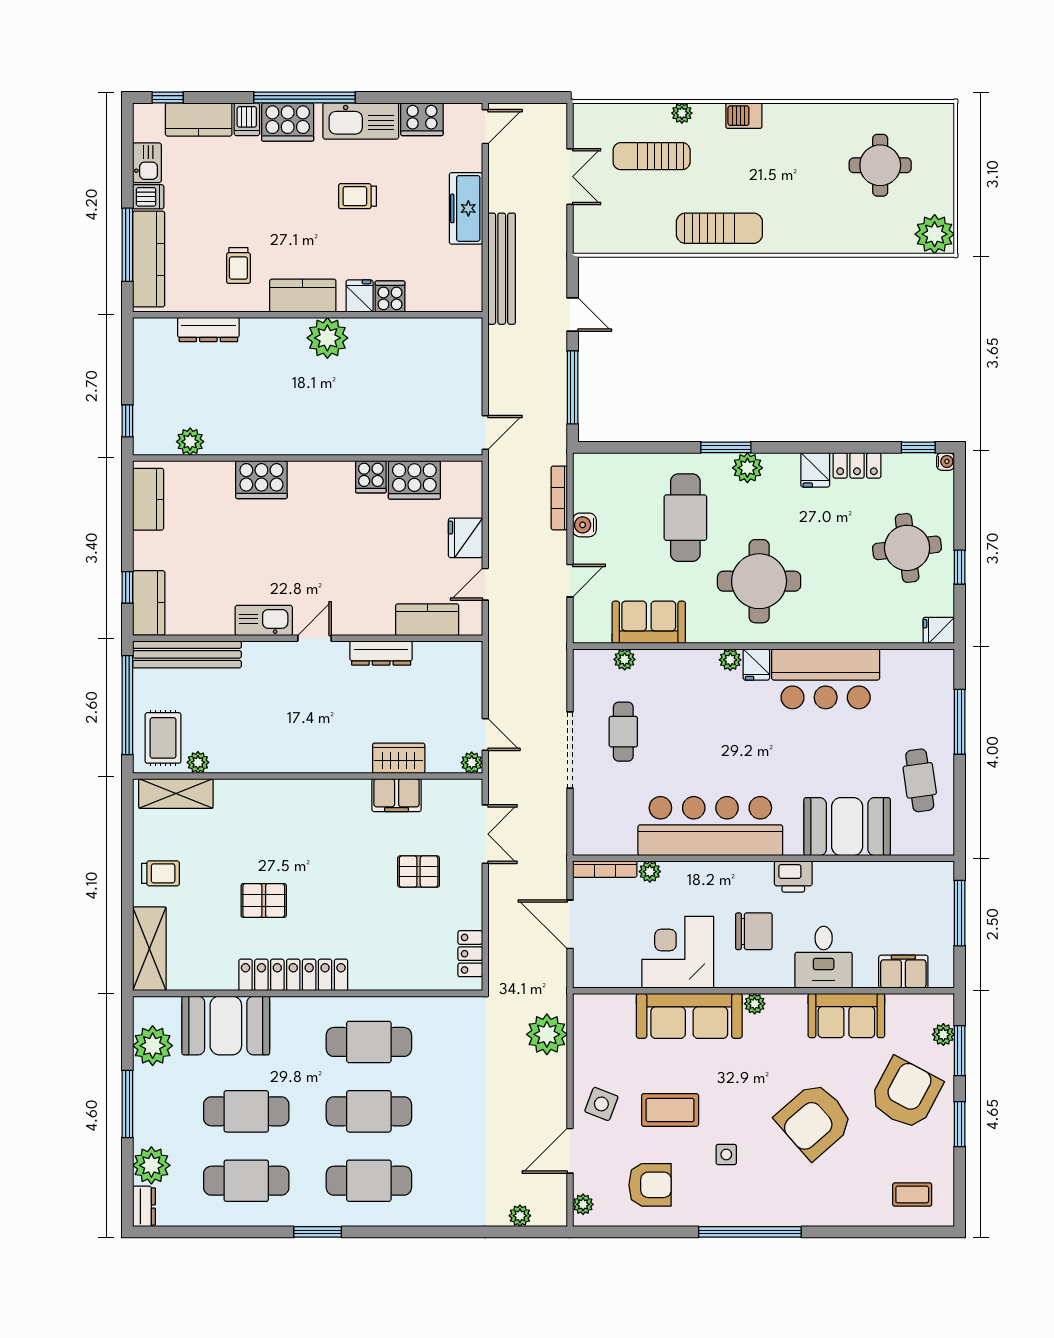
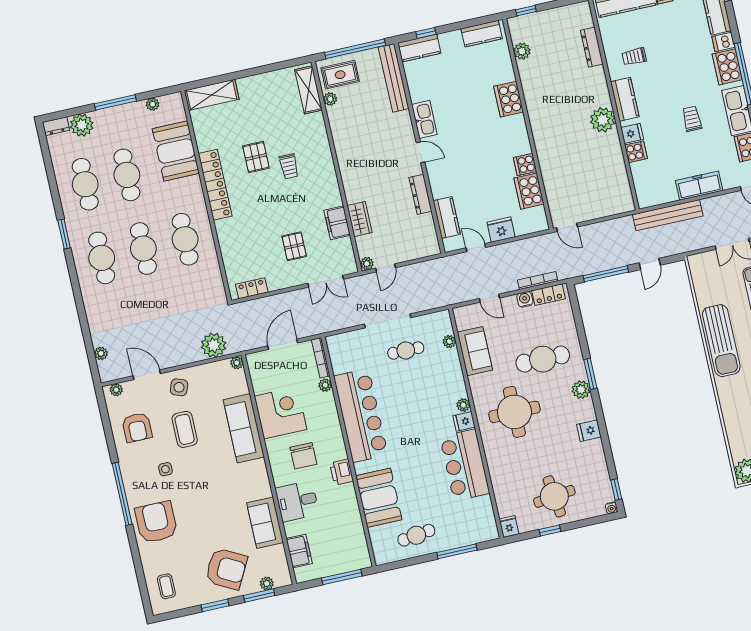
sun lounger: (719, 228) -> (721, 341), width x1.36, depth x1.34
locker: (857, 465) -> (548, 295), moved, turned -90
trolley: (160, 873) -> (289, 166), moved
plant: (755, 1004) -> (237, 363), moved
plant: (153, 1046) -> (153, 104), width x0.53, depth x0.53
armchair: (814, 1120) -> (156, 522), moved, turned 41

